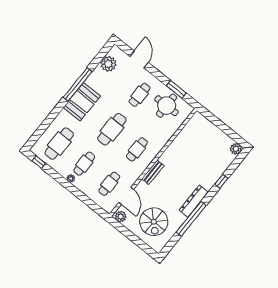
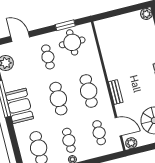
cafe table: (137, 149) -> (89, 91), width x1.37, depth x1.35

